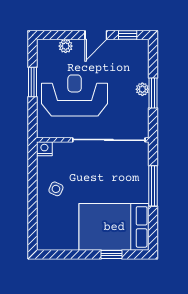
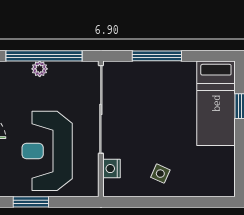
window: (153, 93) -> (44, 56), width x2.11
nightstand: (44, 149) -> (112, 169), moved
bed: (114, 227) -> (216, 103), width x0.67

